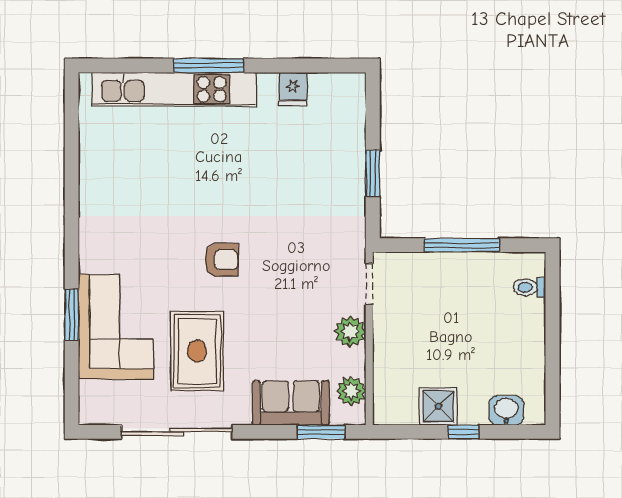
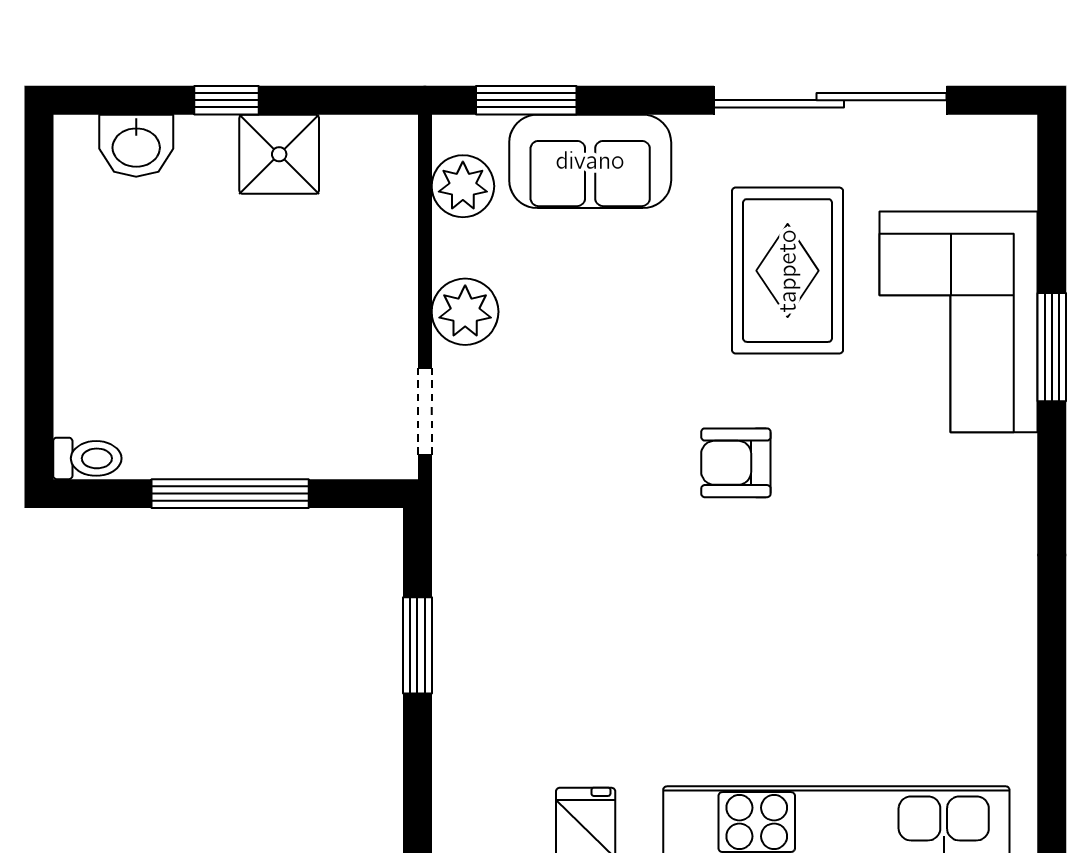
toilet: (530, 287) -> (87, 458), moved

